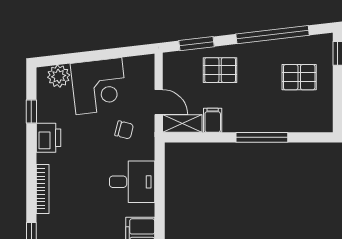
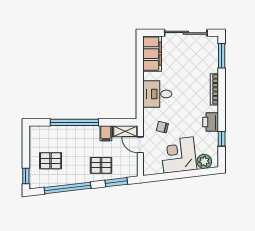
window: (262, 137) -> (74, 122), width x1.46

